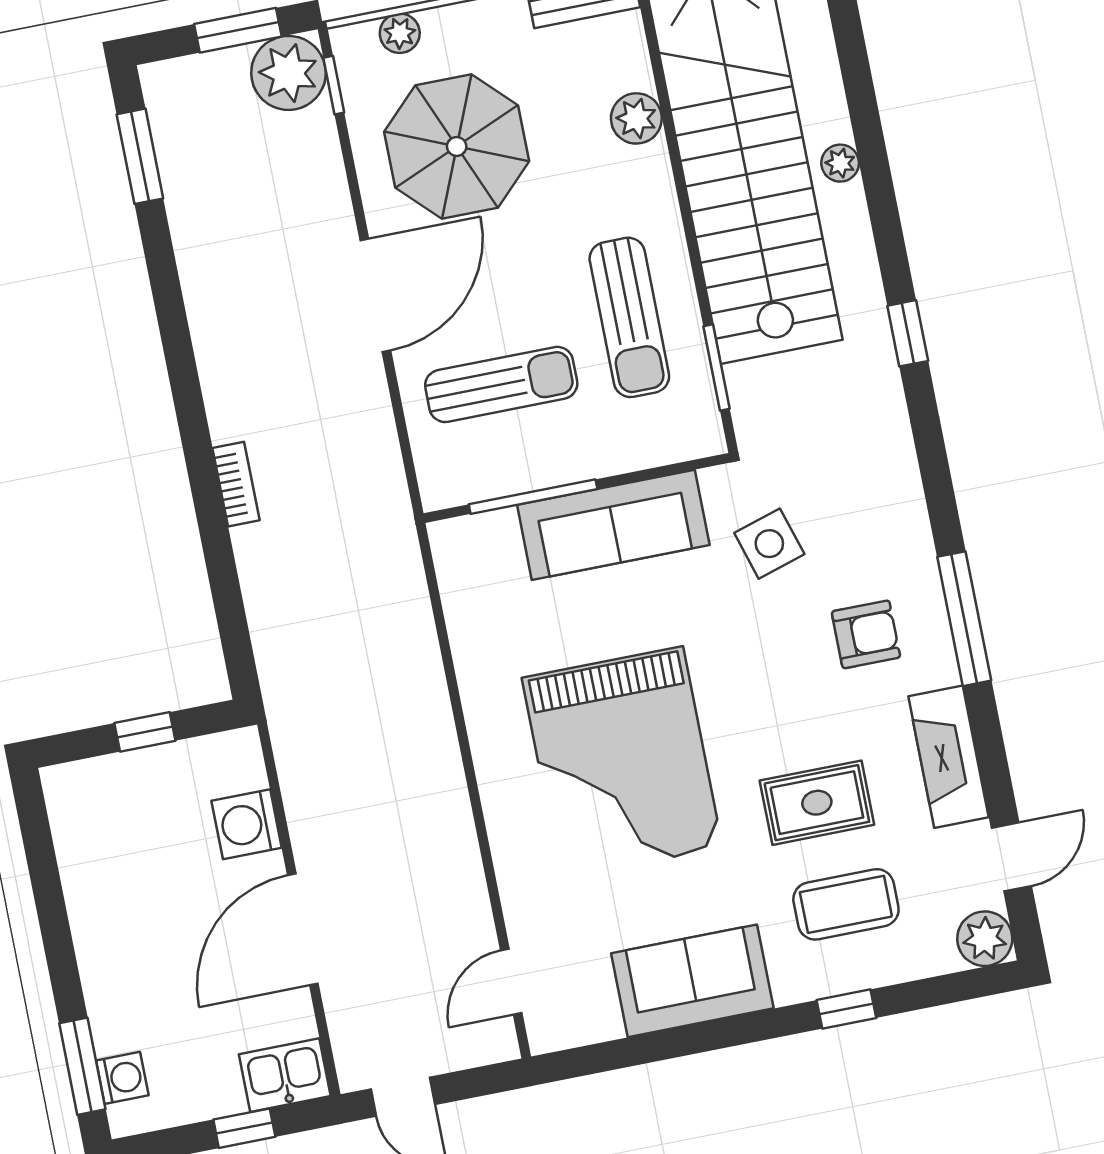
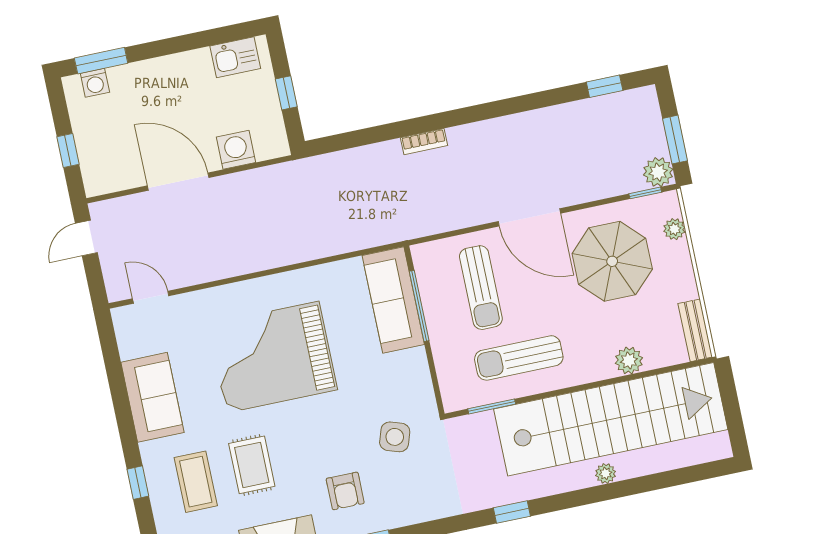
plant: (288, 73) -> (658, 172), width x0.73, depth x0.73
window: (140, 156) -> (605, 86), width x0.67
sofa: (613, 525) -> (393, 300), moved
side table: (769, 544) -> (395, 437), turned 35
kitchen sink: (285, 1075) -> (235, 57), moved, turned 90

